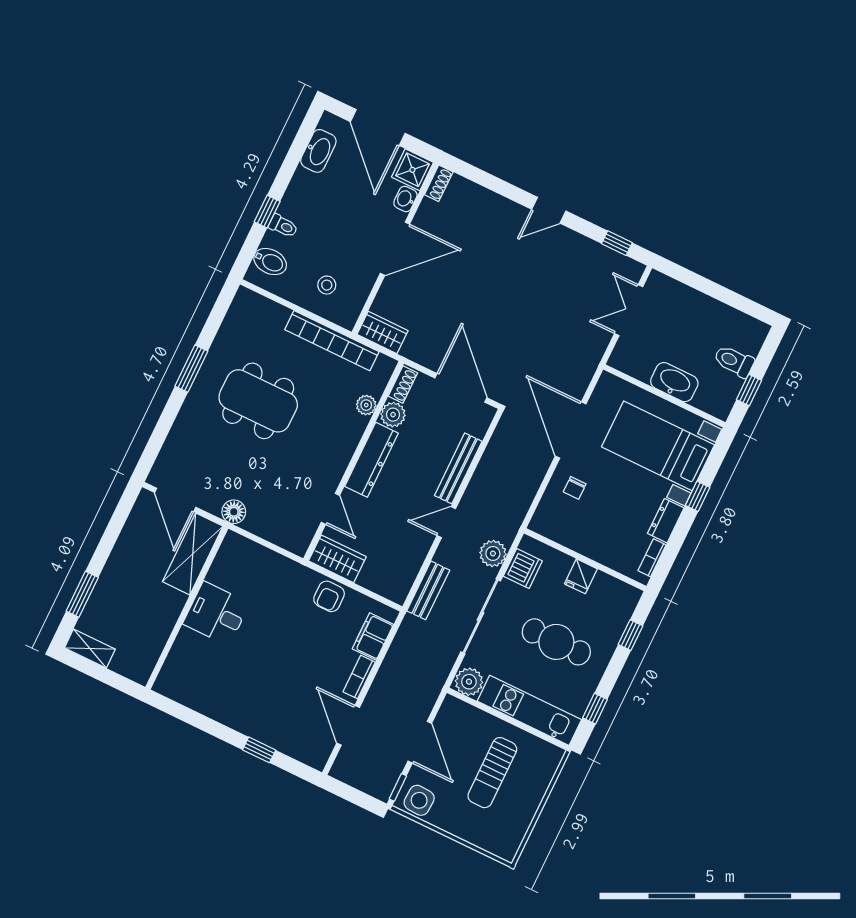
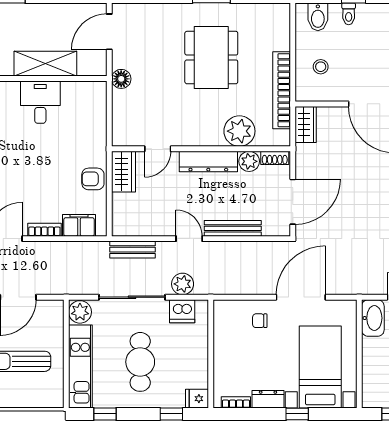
washbasin: (674, 382) -> (373, 318), moved
plant: (366, 405) -> (239, 131), width x1.87, depth x1.87
shelving: (193, 554) -> (45, 64), moved
fridge: (581, 576) -> (197, 399), moved

